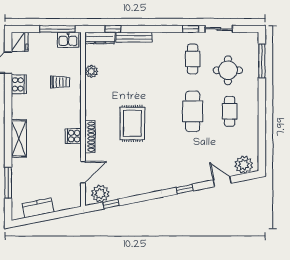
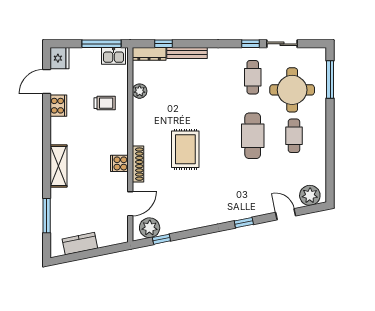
round table: (228, 70) -> (292, 90), width x1.36, depth x1.36

